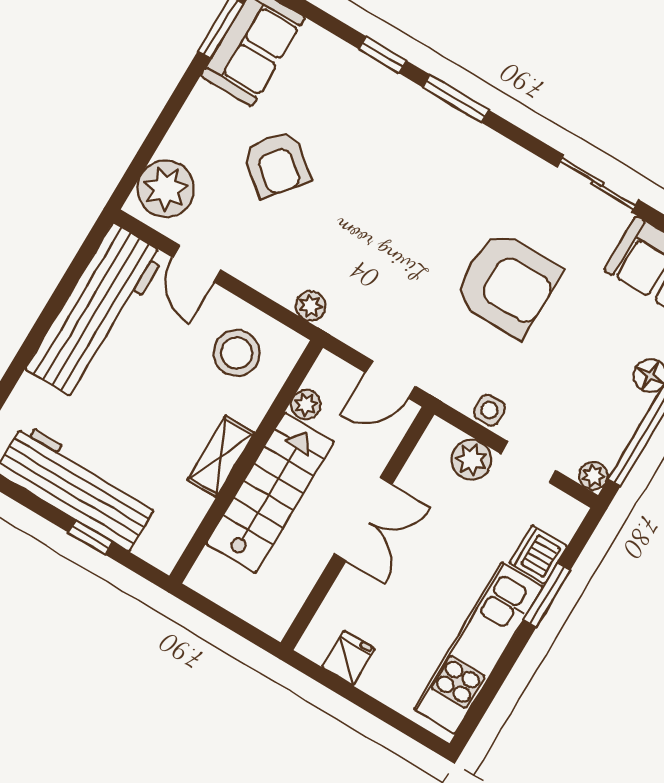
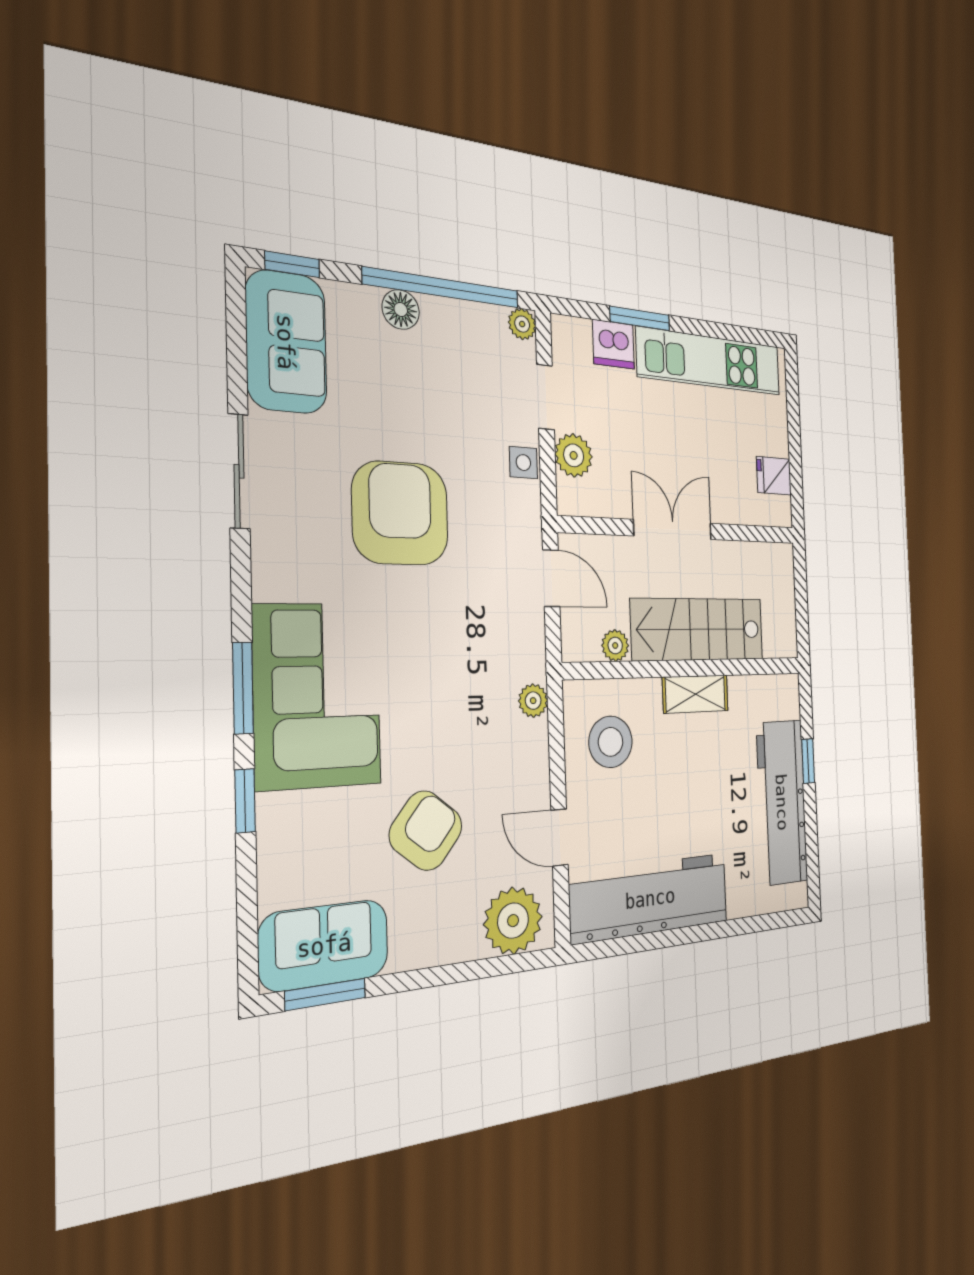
corner sofa: (419, 145) -> (317, 695), added
door: (197, 264) -> (560, 837), swing flipped

